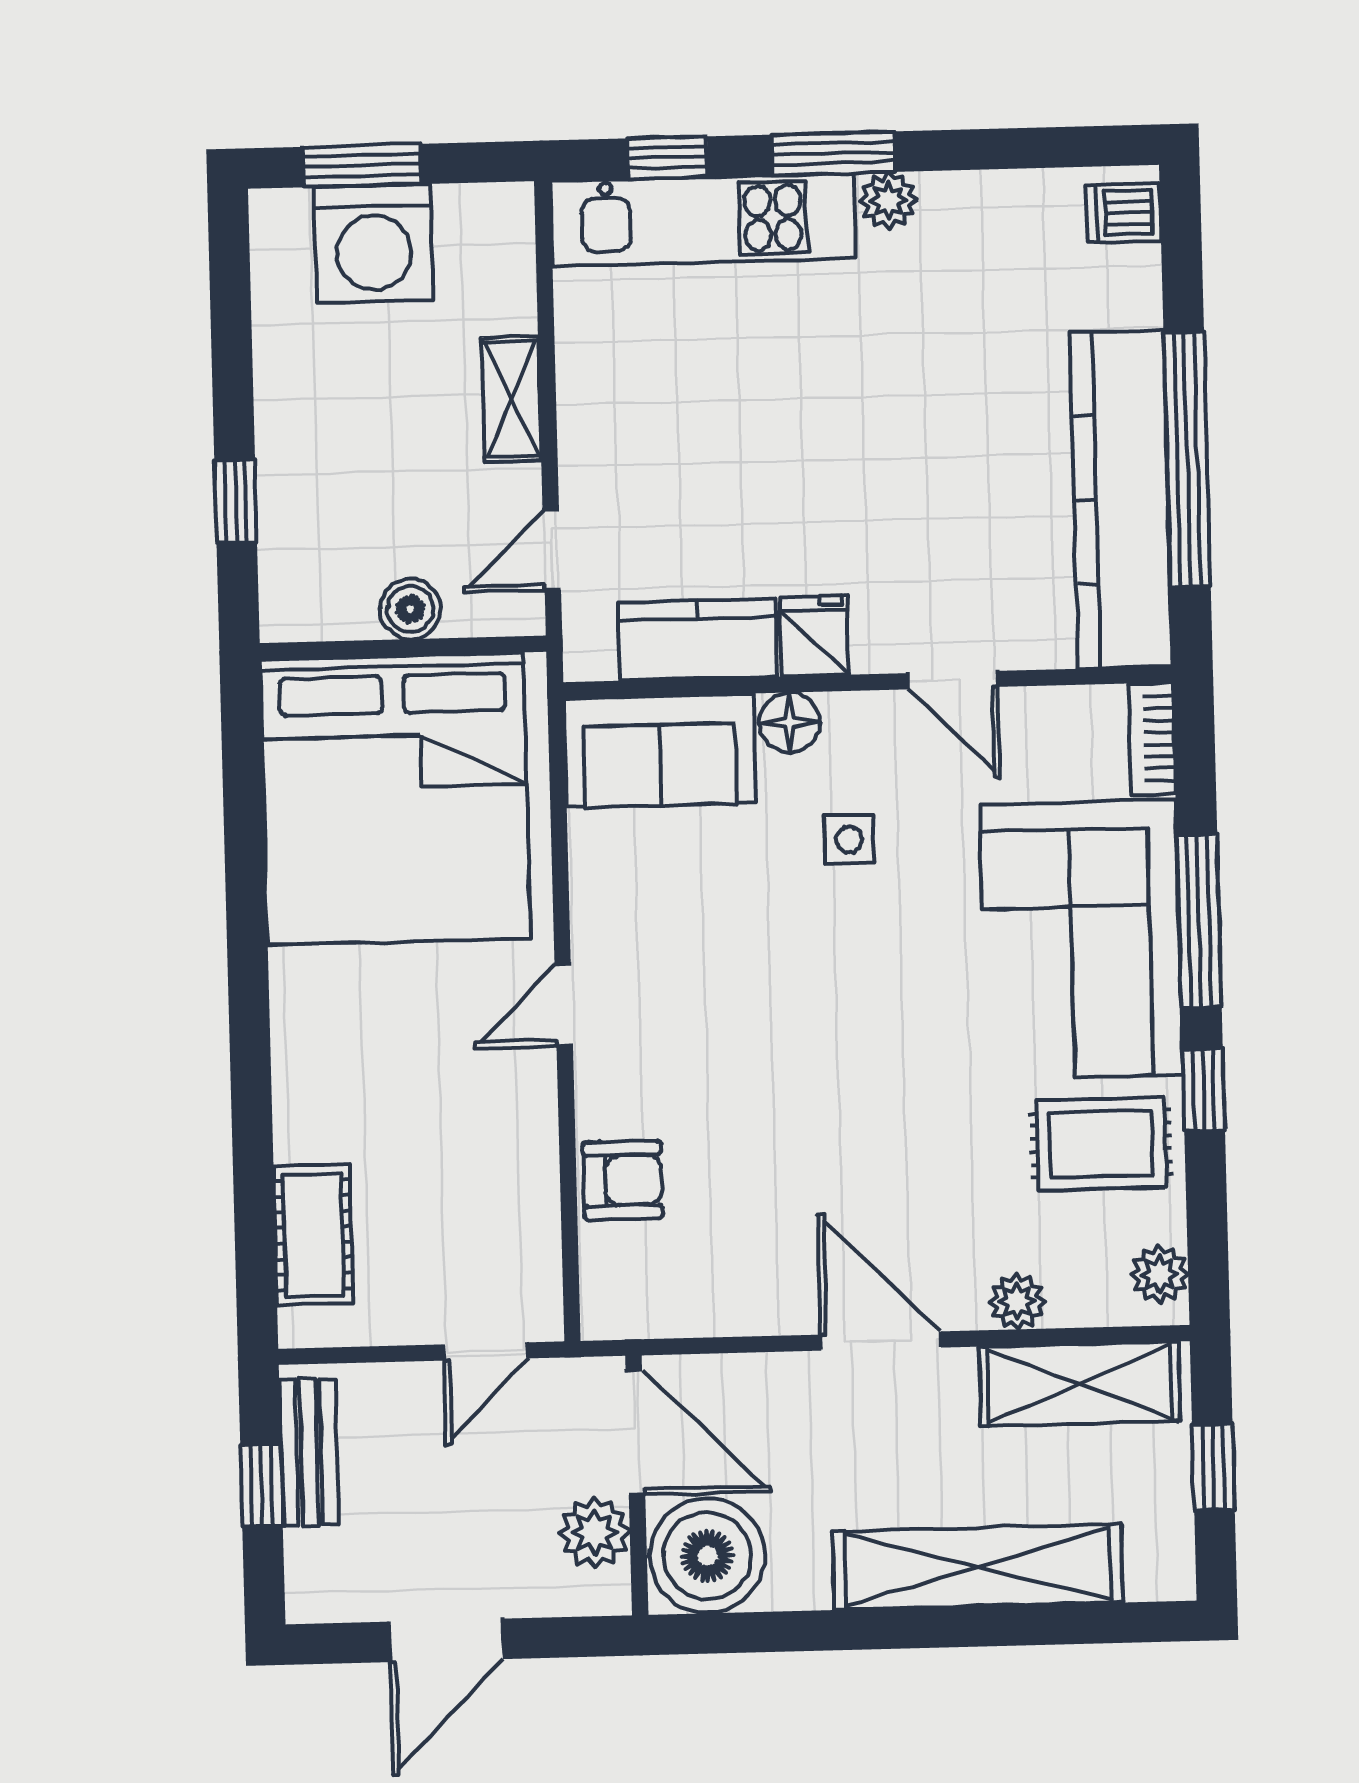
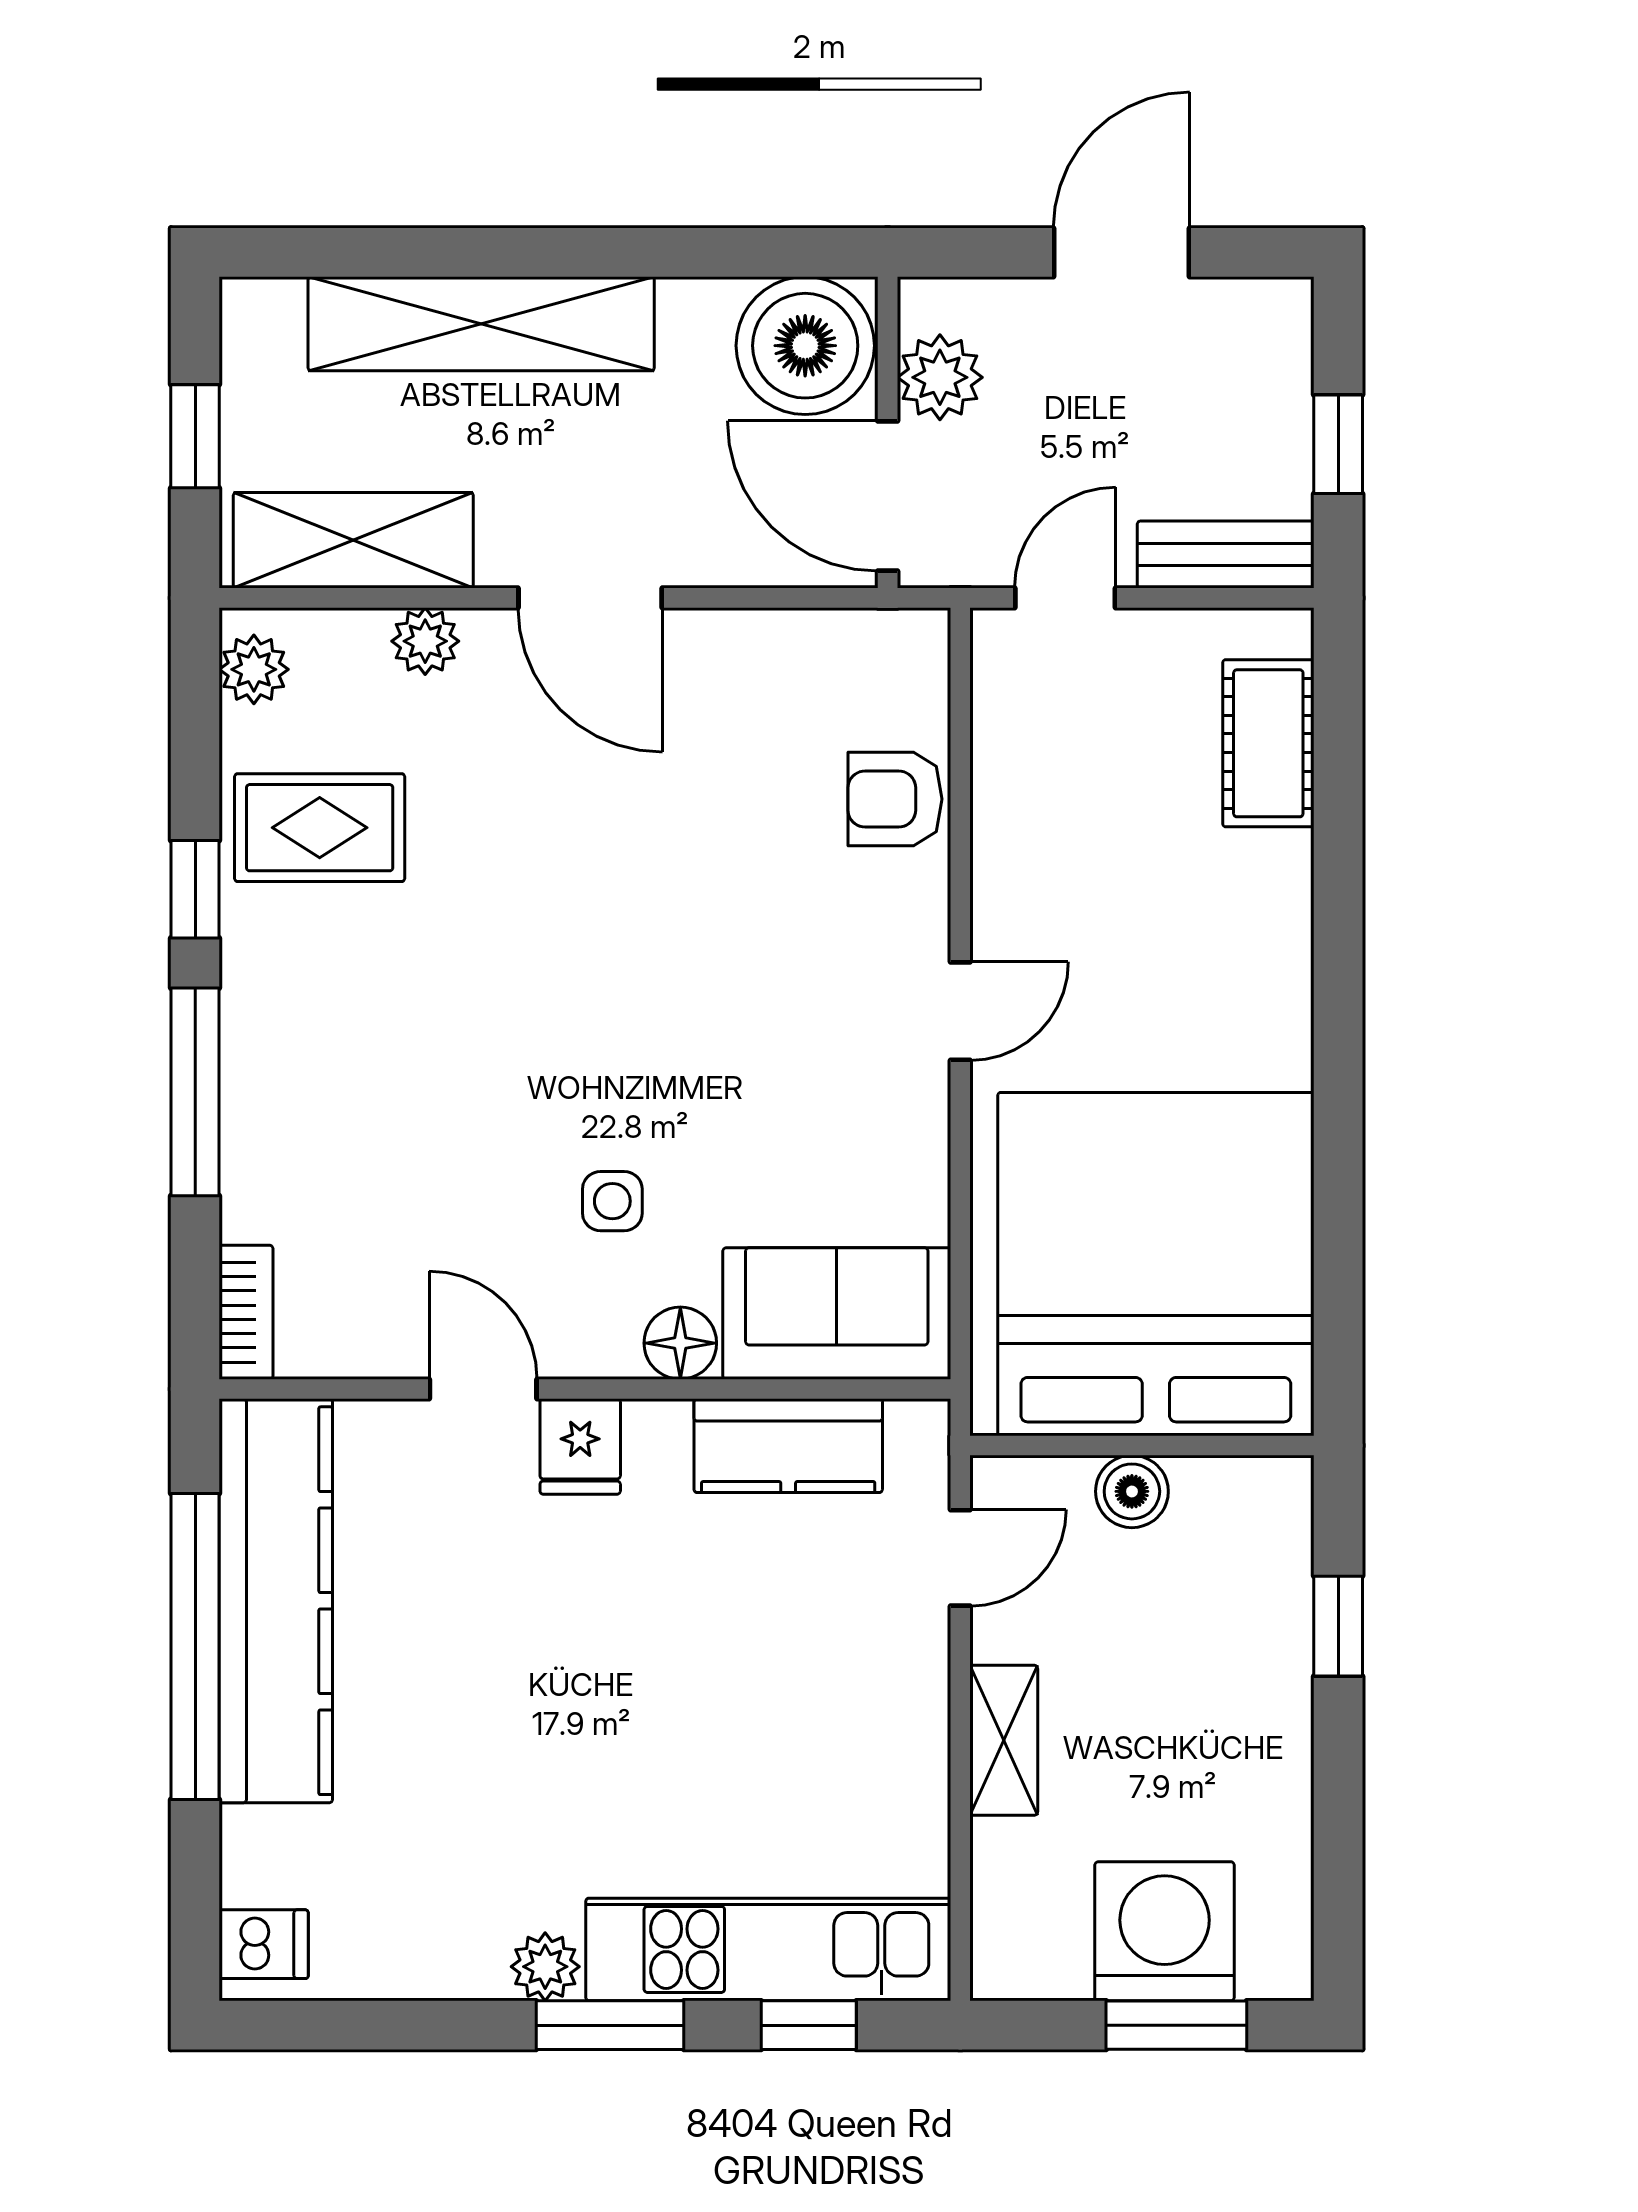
fridge: (815, 636) -> (580, 1446), moved
corner sofa: (1081, 939) -> (337, 1074), removed
bench: (309, 1452) -> (1226, 555), moved, turned 90

